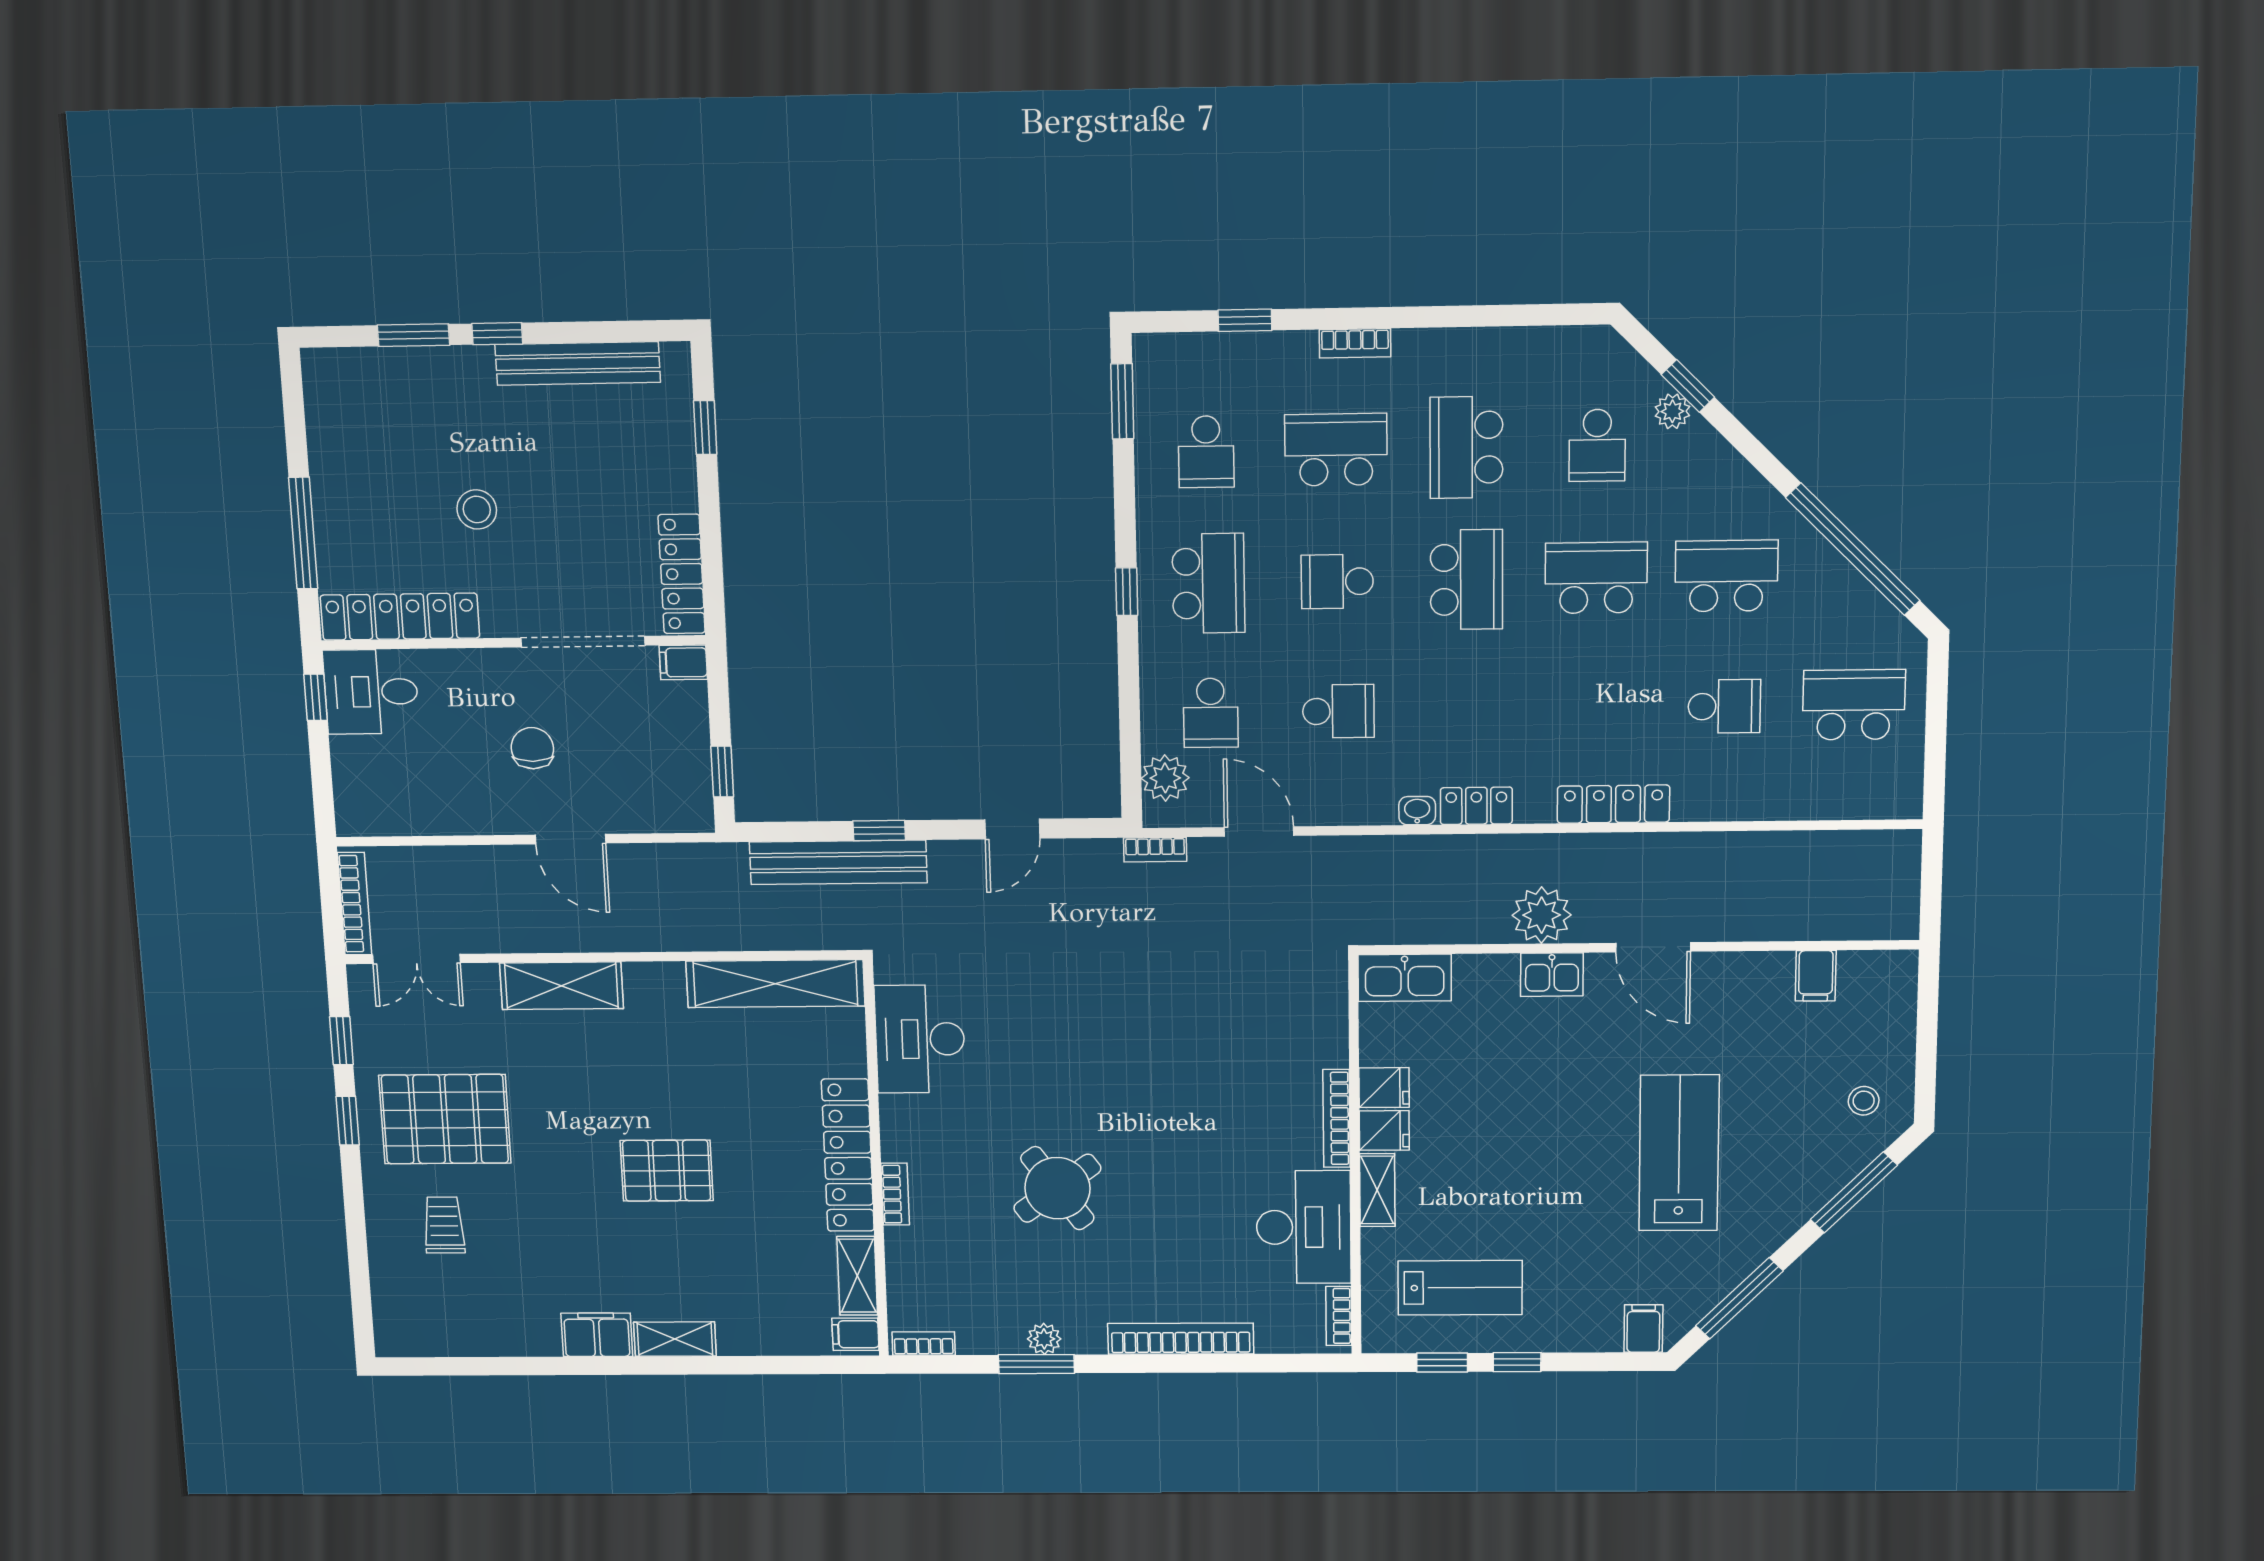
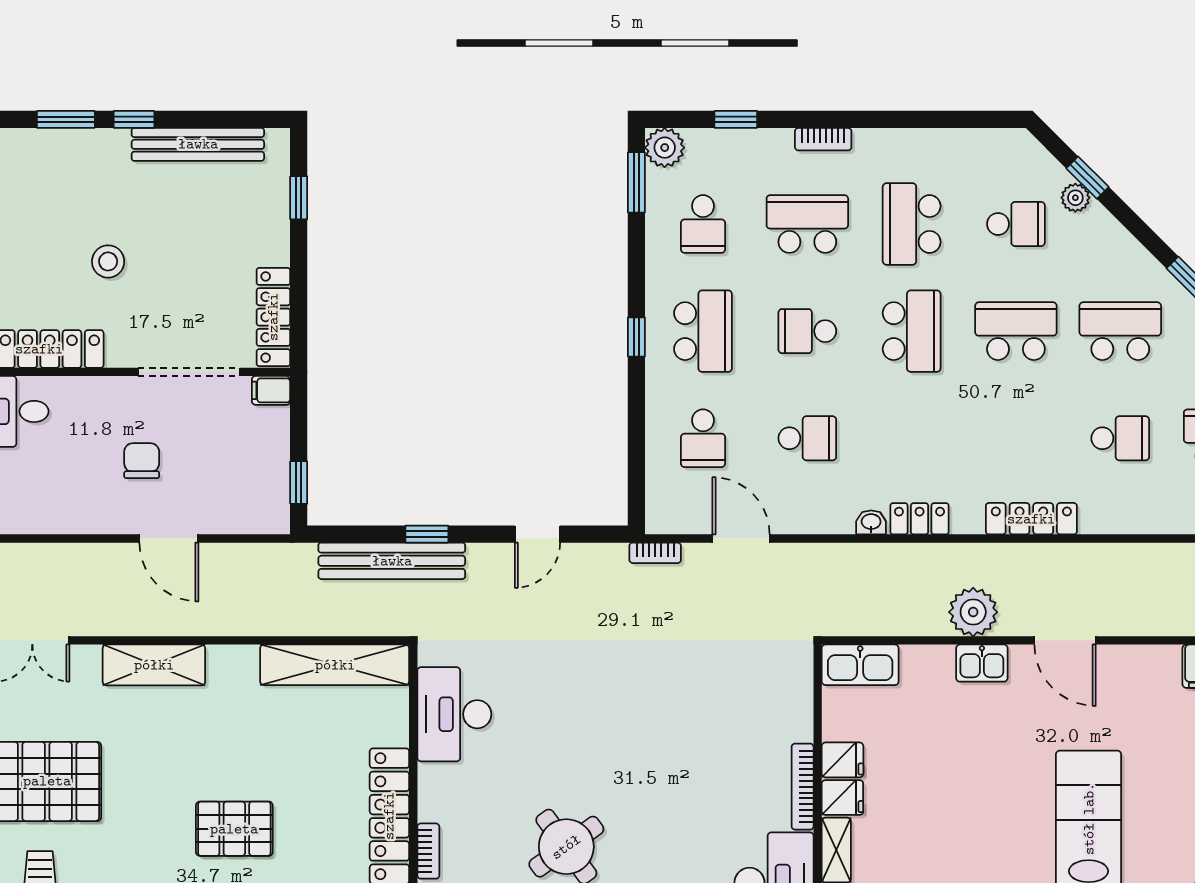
school desk: (1597, 445) -> (1016, 224), turned -90
plant: (1165, 778) -> (665, 148), moved

